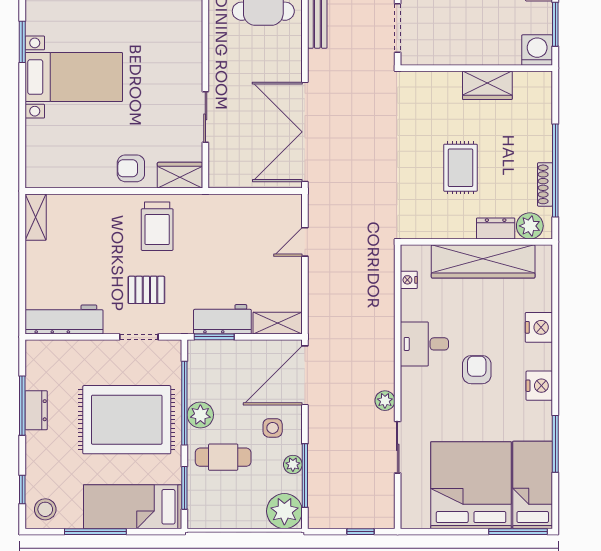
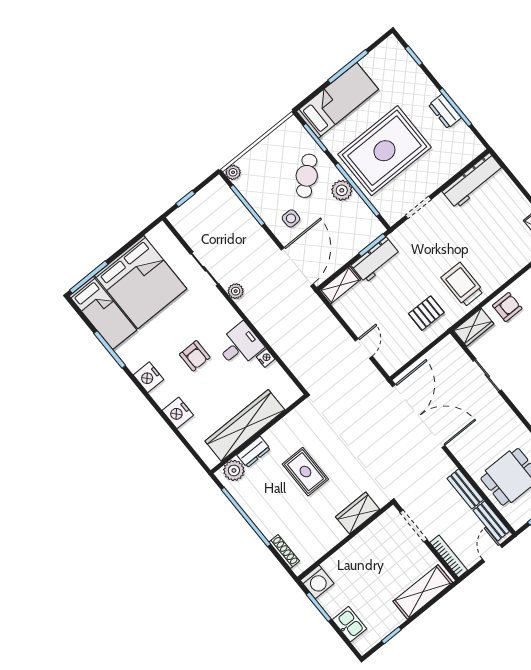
wardrobe: (487, 85) -> (358, 513), moved
shoe rack: (545, 184) -> (284, 552), moved
nightstand: (409, 280) -> (266, 358), moved
pallet: (146, 290) -> (426, 313), moved
cafe table: (223, 457) -> (307, 176), turned -41
plant: (293, 465) -> (260, 206), removed
stool: (45, 509) -> (390, 55), removed
plant: (284, 511) -> (233, 172), width x0.53, depth x0.53

